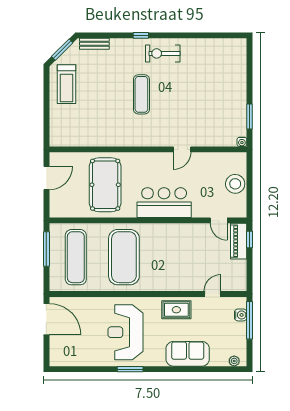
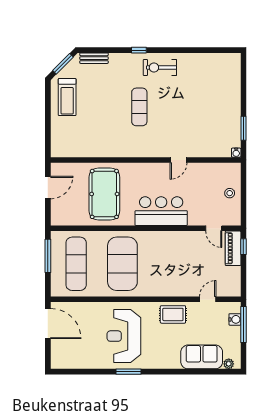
stool: (235, 184) -> (230, 193), width x0.53, depth x0.53
sofa: (188, 354) -> (202, 357), moved

